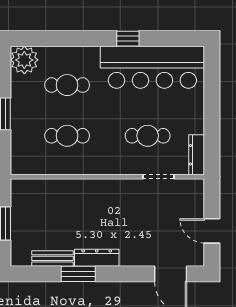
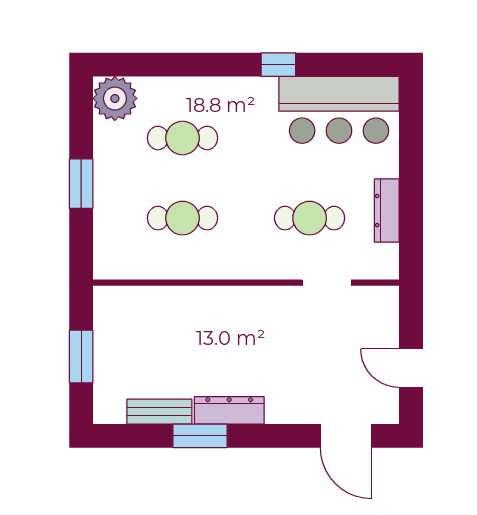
bar counter: (152, 67) -> (339, 110), width x0.73
dresser: (197, 155) -> (387, 211), moved

